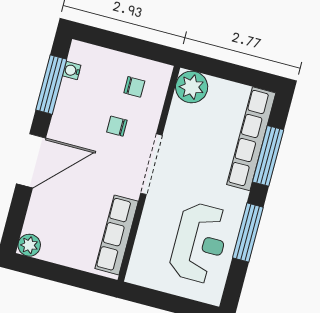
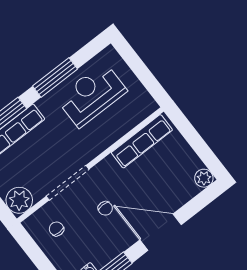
chair: (117, 126) -> (105, 208), moved
doorway: (151, 164) -> (68, 183), moved

